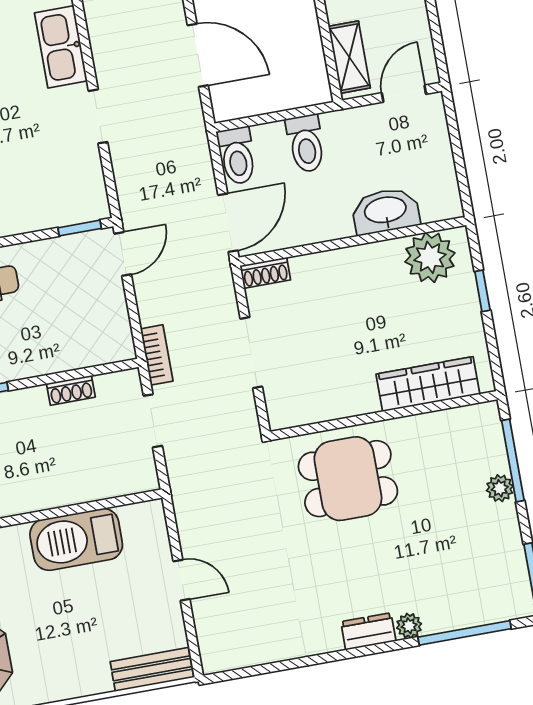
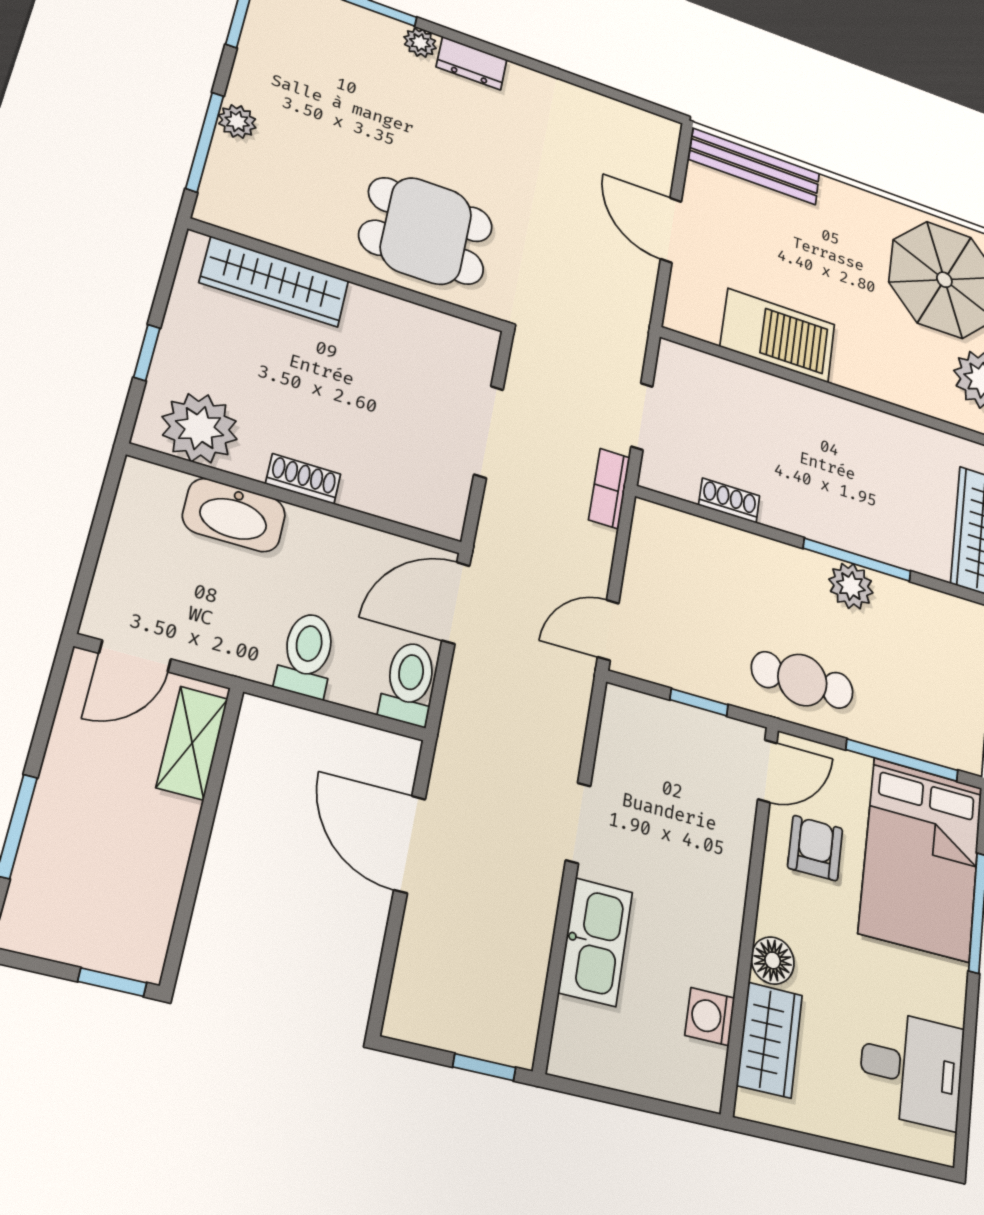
window: (80, 228) -> (699, 702), moved
shoe rack: (265, 273) -> (303, 479), moved
door: (181, 580) -> (671, 230), width x1.38
bench: (152, 670) -> (755, 166), width x1.36

